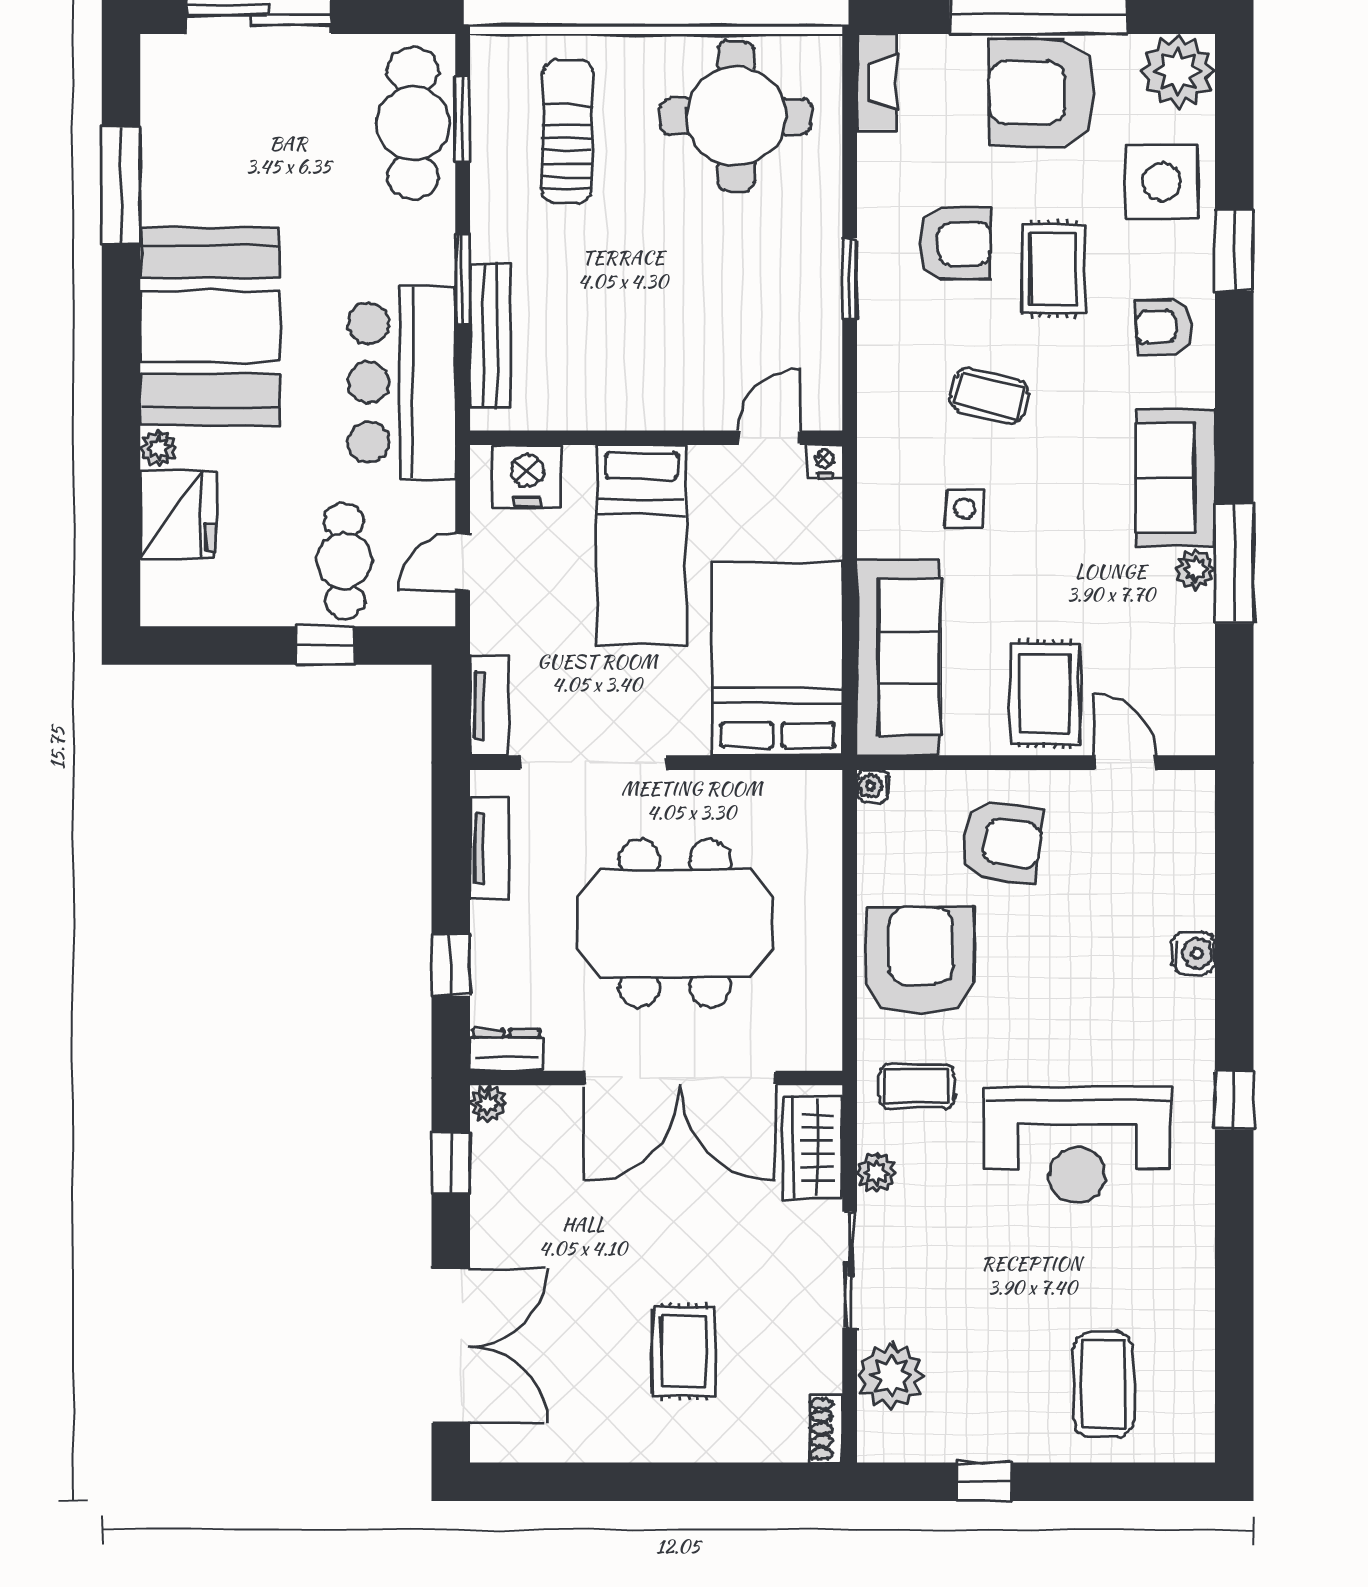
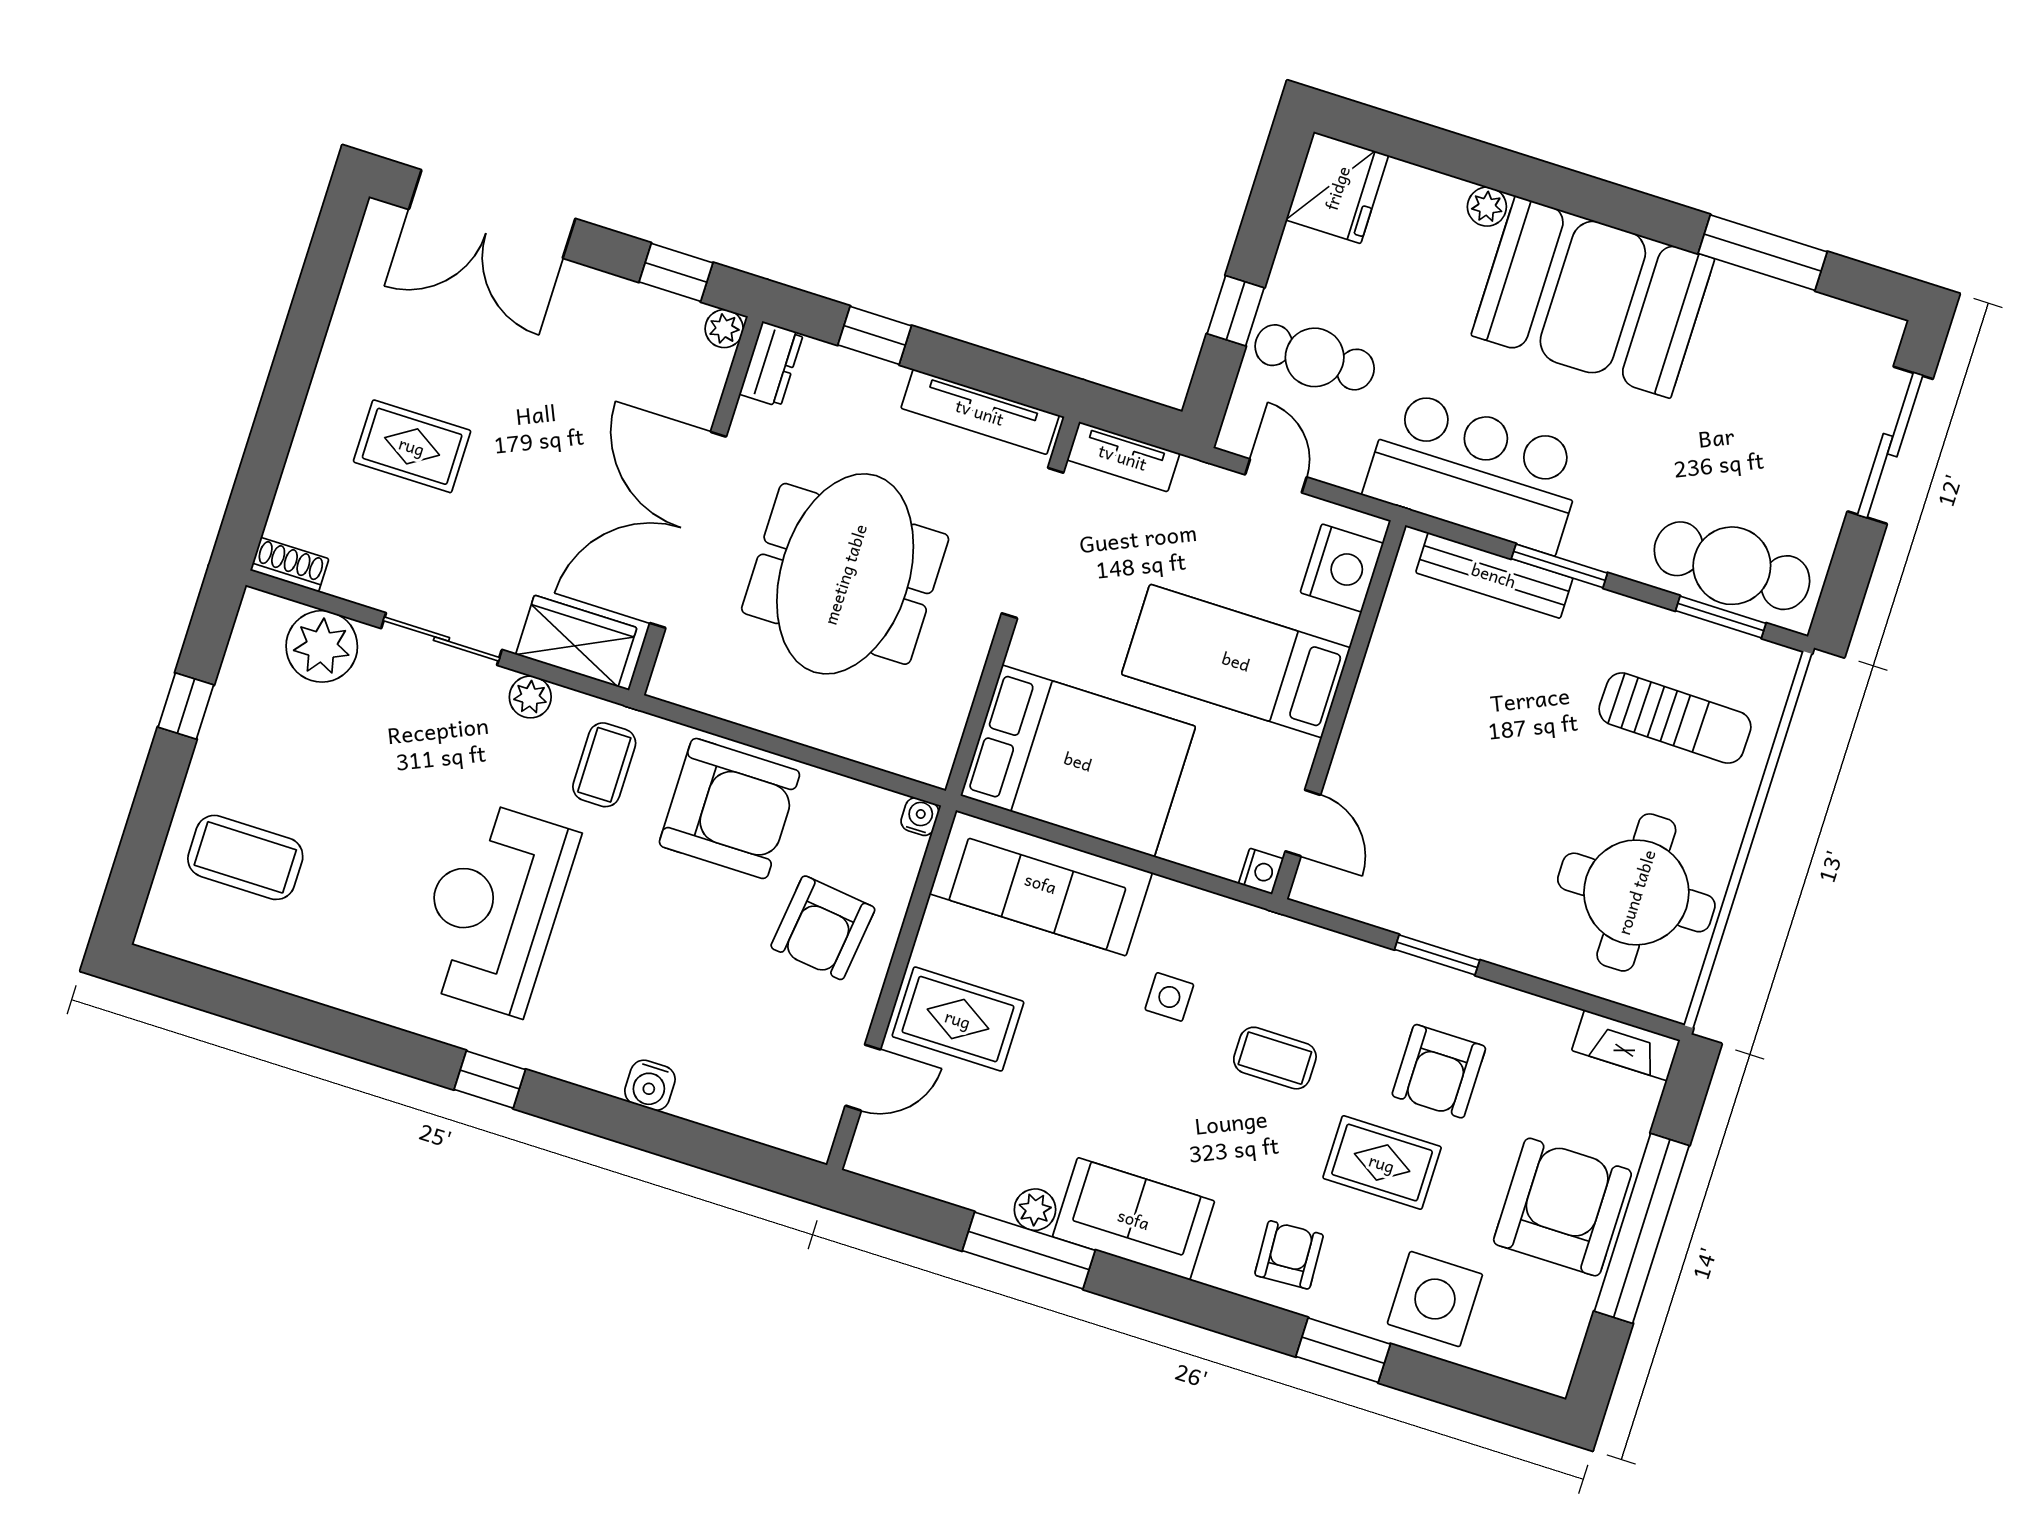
plant: (1178, 71) -> (1541, 1351), removed
coffee table: (990, 396) -> (1275, 1058), turned 76
fridge: (177, 515) -> (1337, 188), moved, turned -90
tv unit: (489, 848) -> (980, 412), width x1.41

